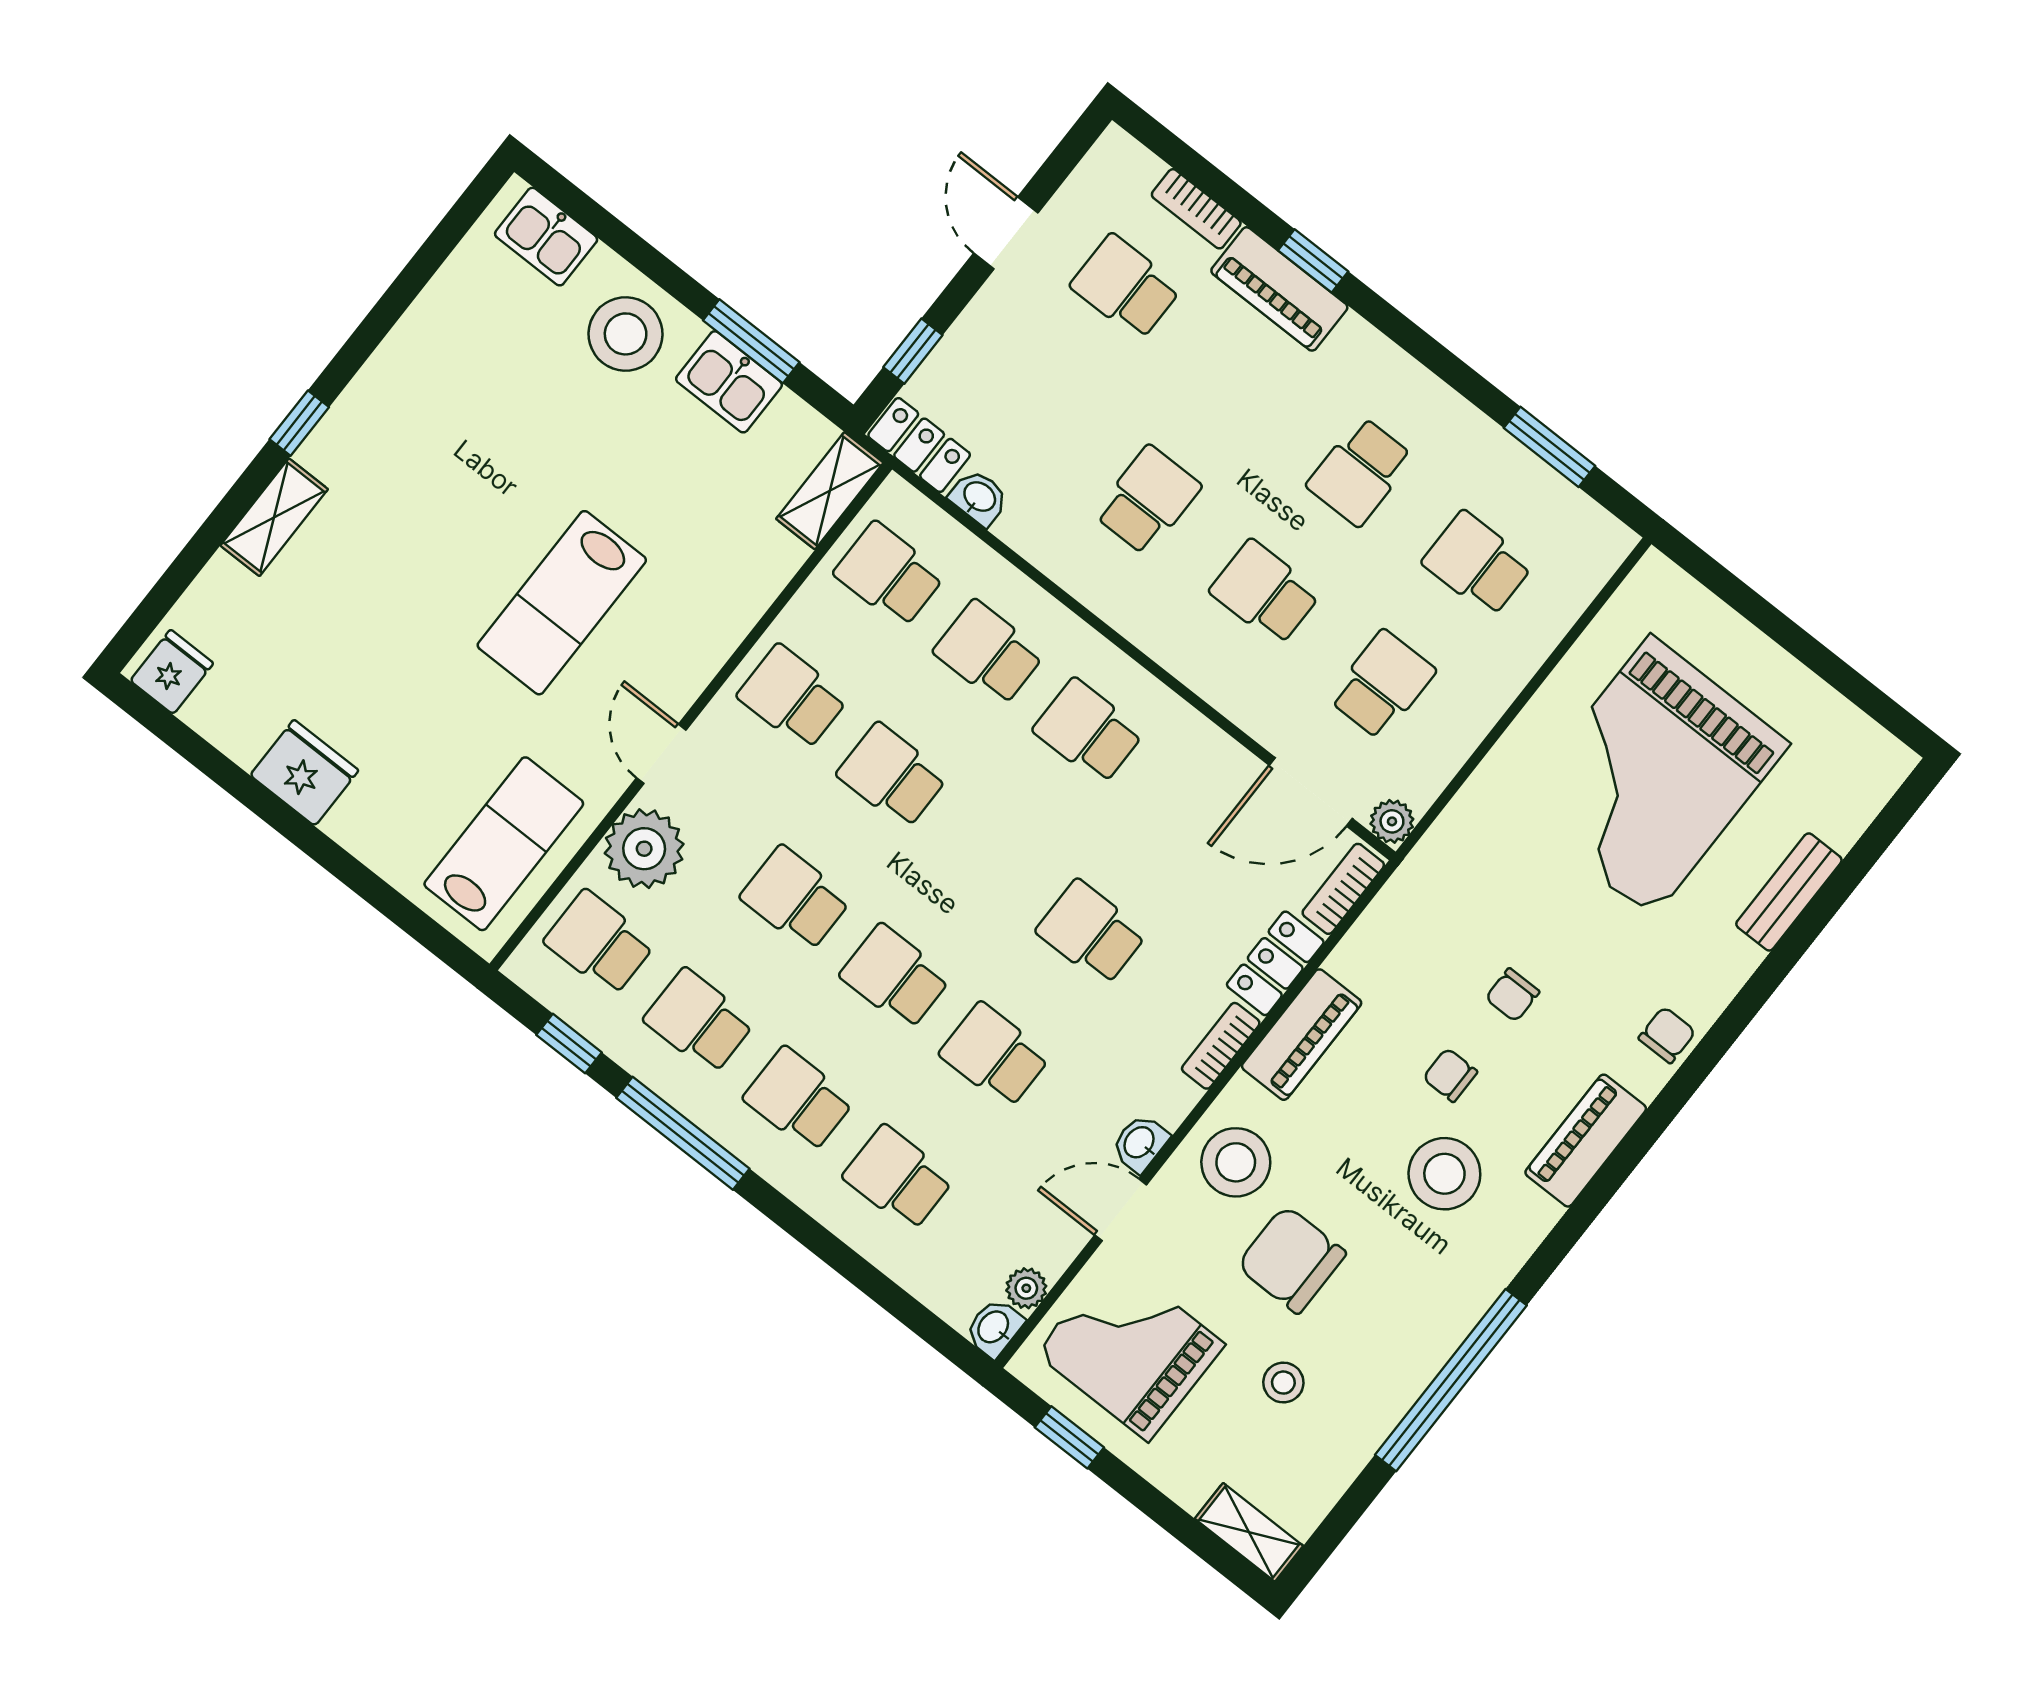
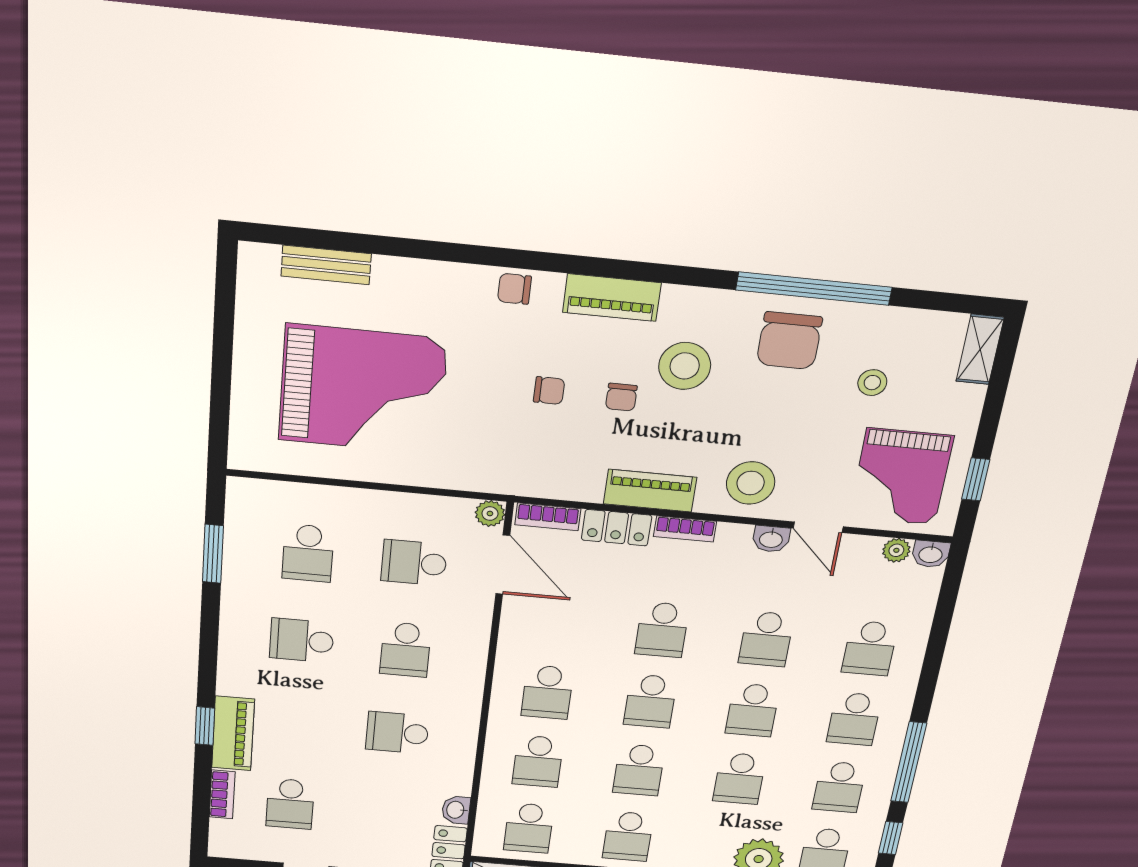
school desk: (1360, 471) -> (302, 640), turned 180
school desk: (992, 854) -> (650, 701), added
bench: (1789, 892) -> (326, 265), moved
chair: (1291, 1260) -> (789, 341), moved

